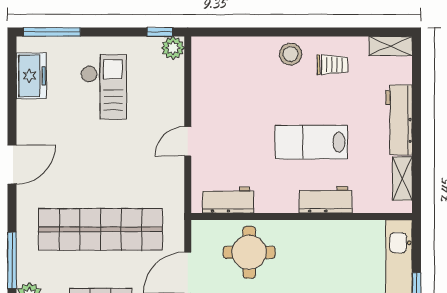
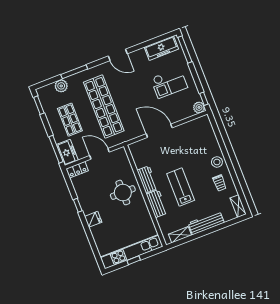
freezer: (31, 76) -> (161, 48), width x1.40
door: (188, 141) -> (159, 131), width x1.87
workbench: (228, 200) -> (147, 179), moved
round table: (249, 252) -> (123, 193), moved

